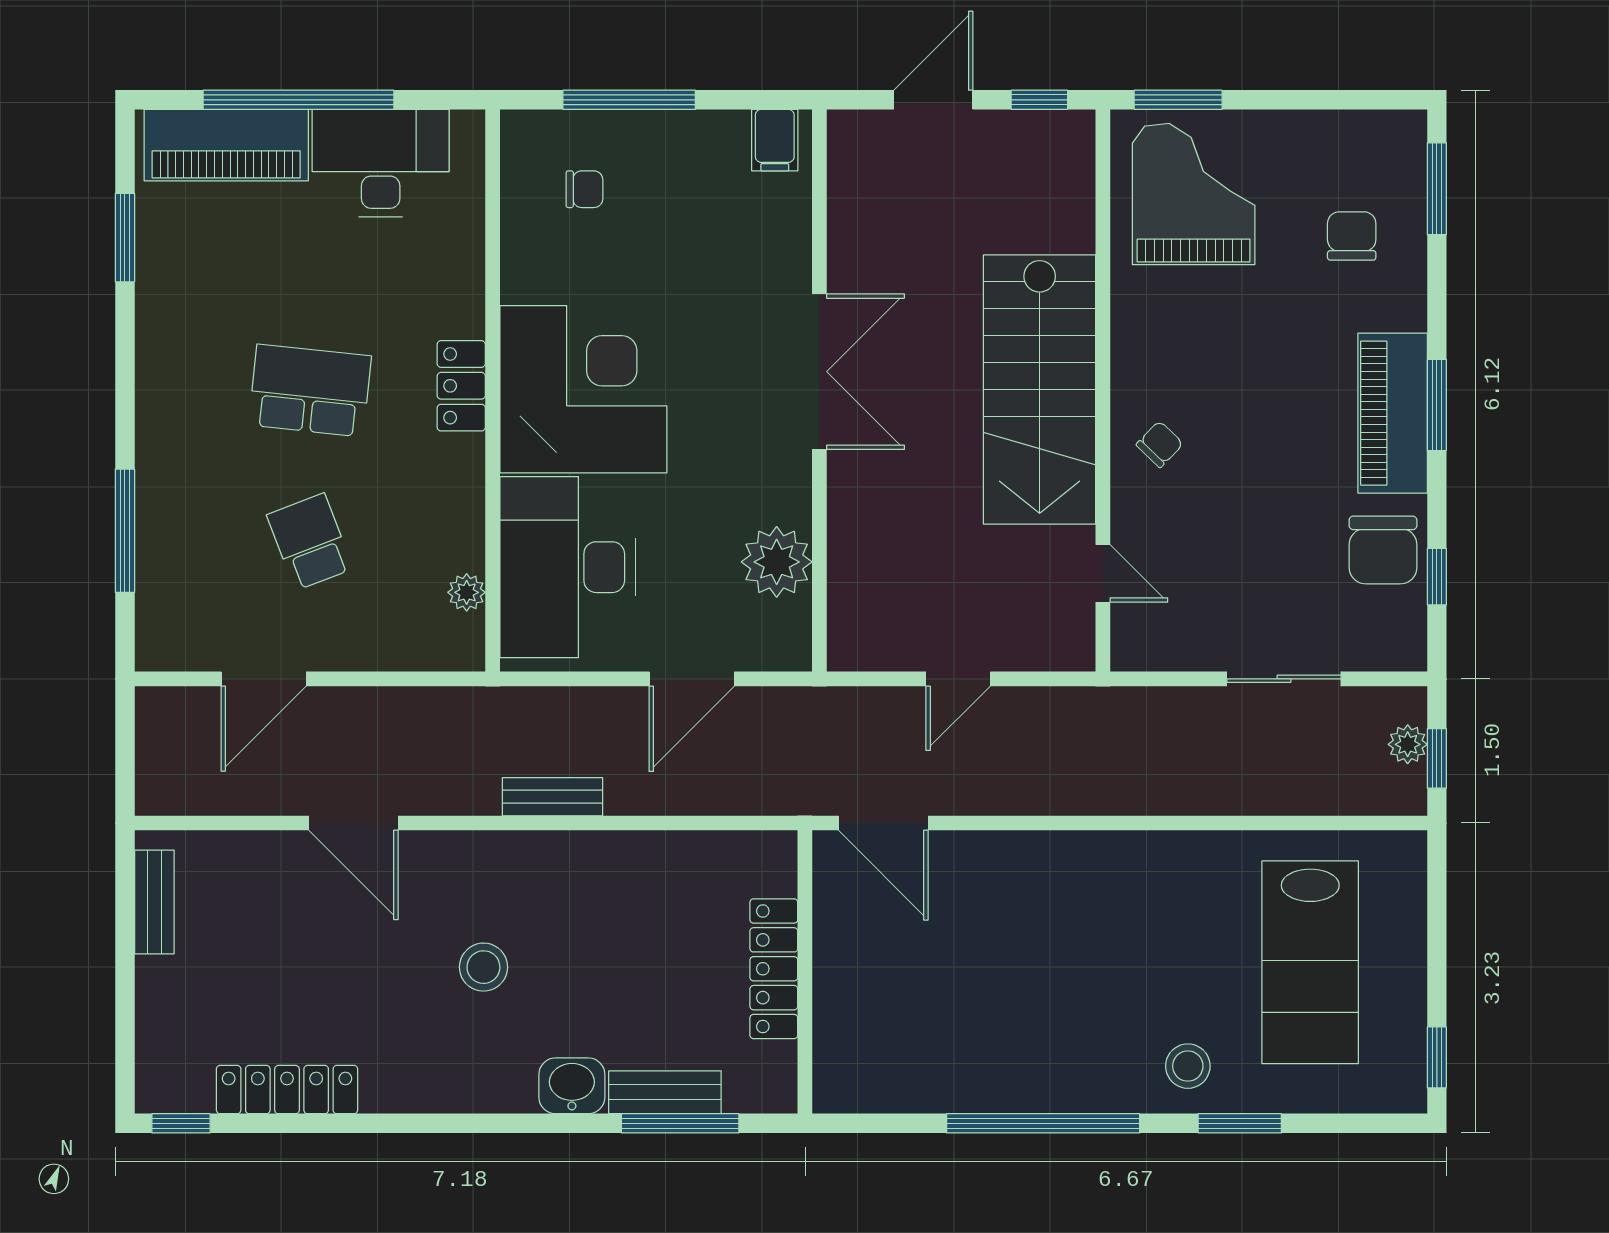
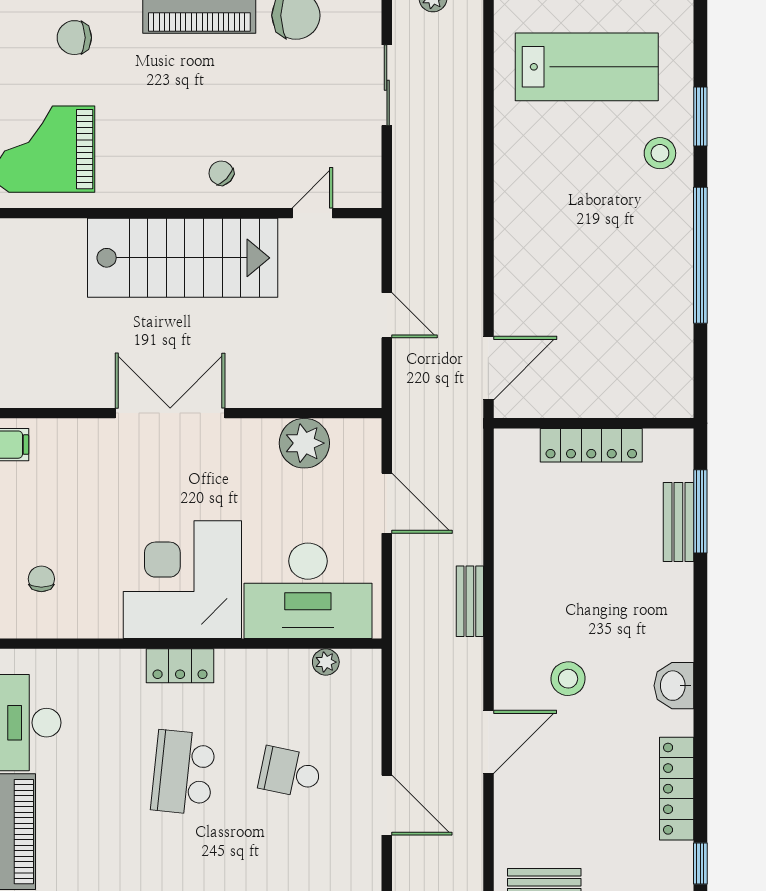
school desk: (310, 542) -> (290, 772), turned 33
stool: (483, 967) -> (568, 679), moved
washbasin: (572, 1086) -> (674, 686), moved

